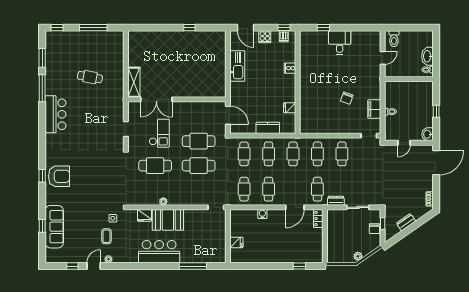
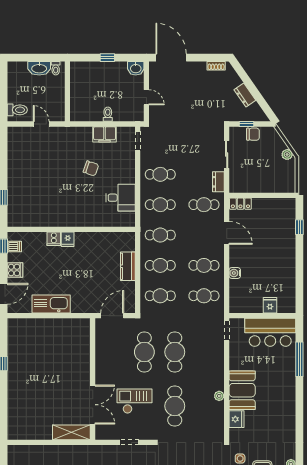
desk: (340, 42) -> (121, 198), moved, turned 180
fridge: (290, 108) -> (68, 239), moved
bar counter: (159, 252) -> (270, 332), moved, turned -90

